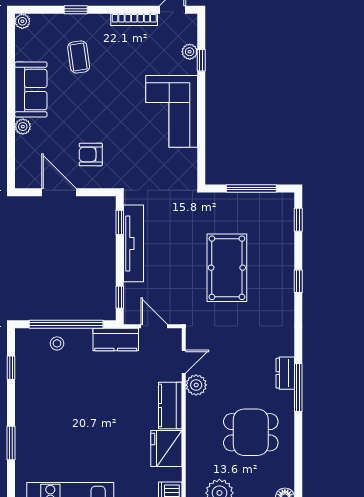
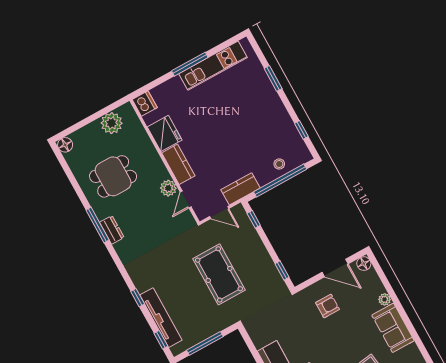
floor lamp: (24, 180) -> (364, 264), added
tv unit: (133, 243) -> (161, 318), moved, turned 180
pool table: (227, 268) -> (219, 274), moved

